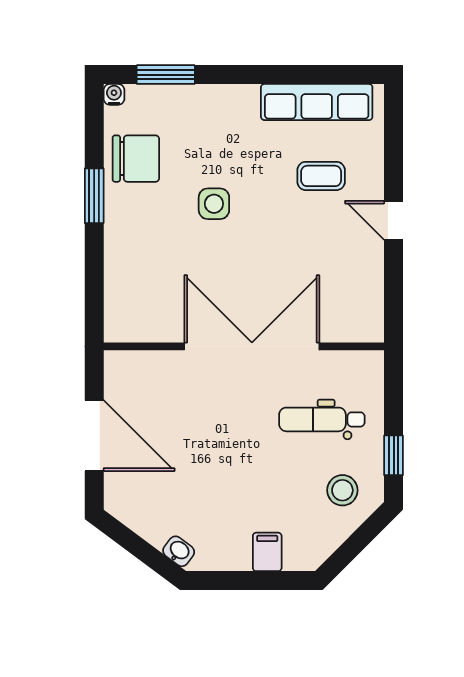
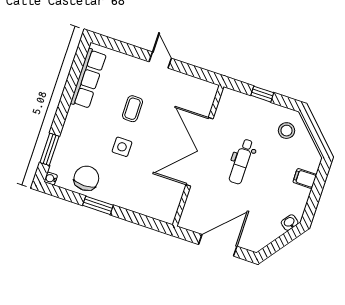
coffee table: (321, 176) -> (133, 109), moved
door: (394, 220) -> (160, 60), swing flipped
dental chair: (322, 419) -> (241, 162), moved
window: (394, 455) -> (262, 94), moved

